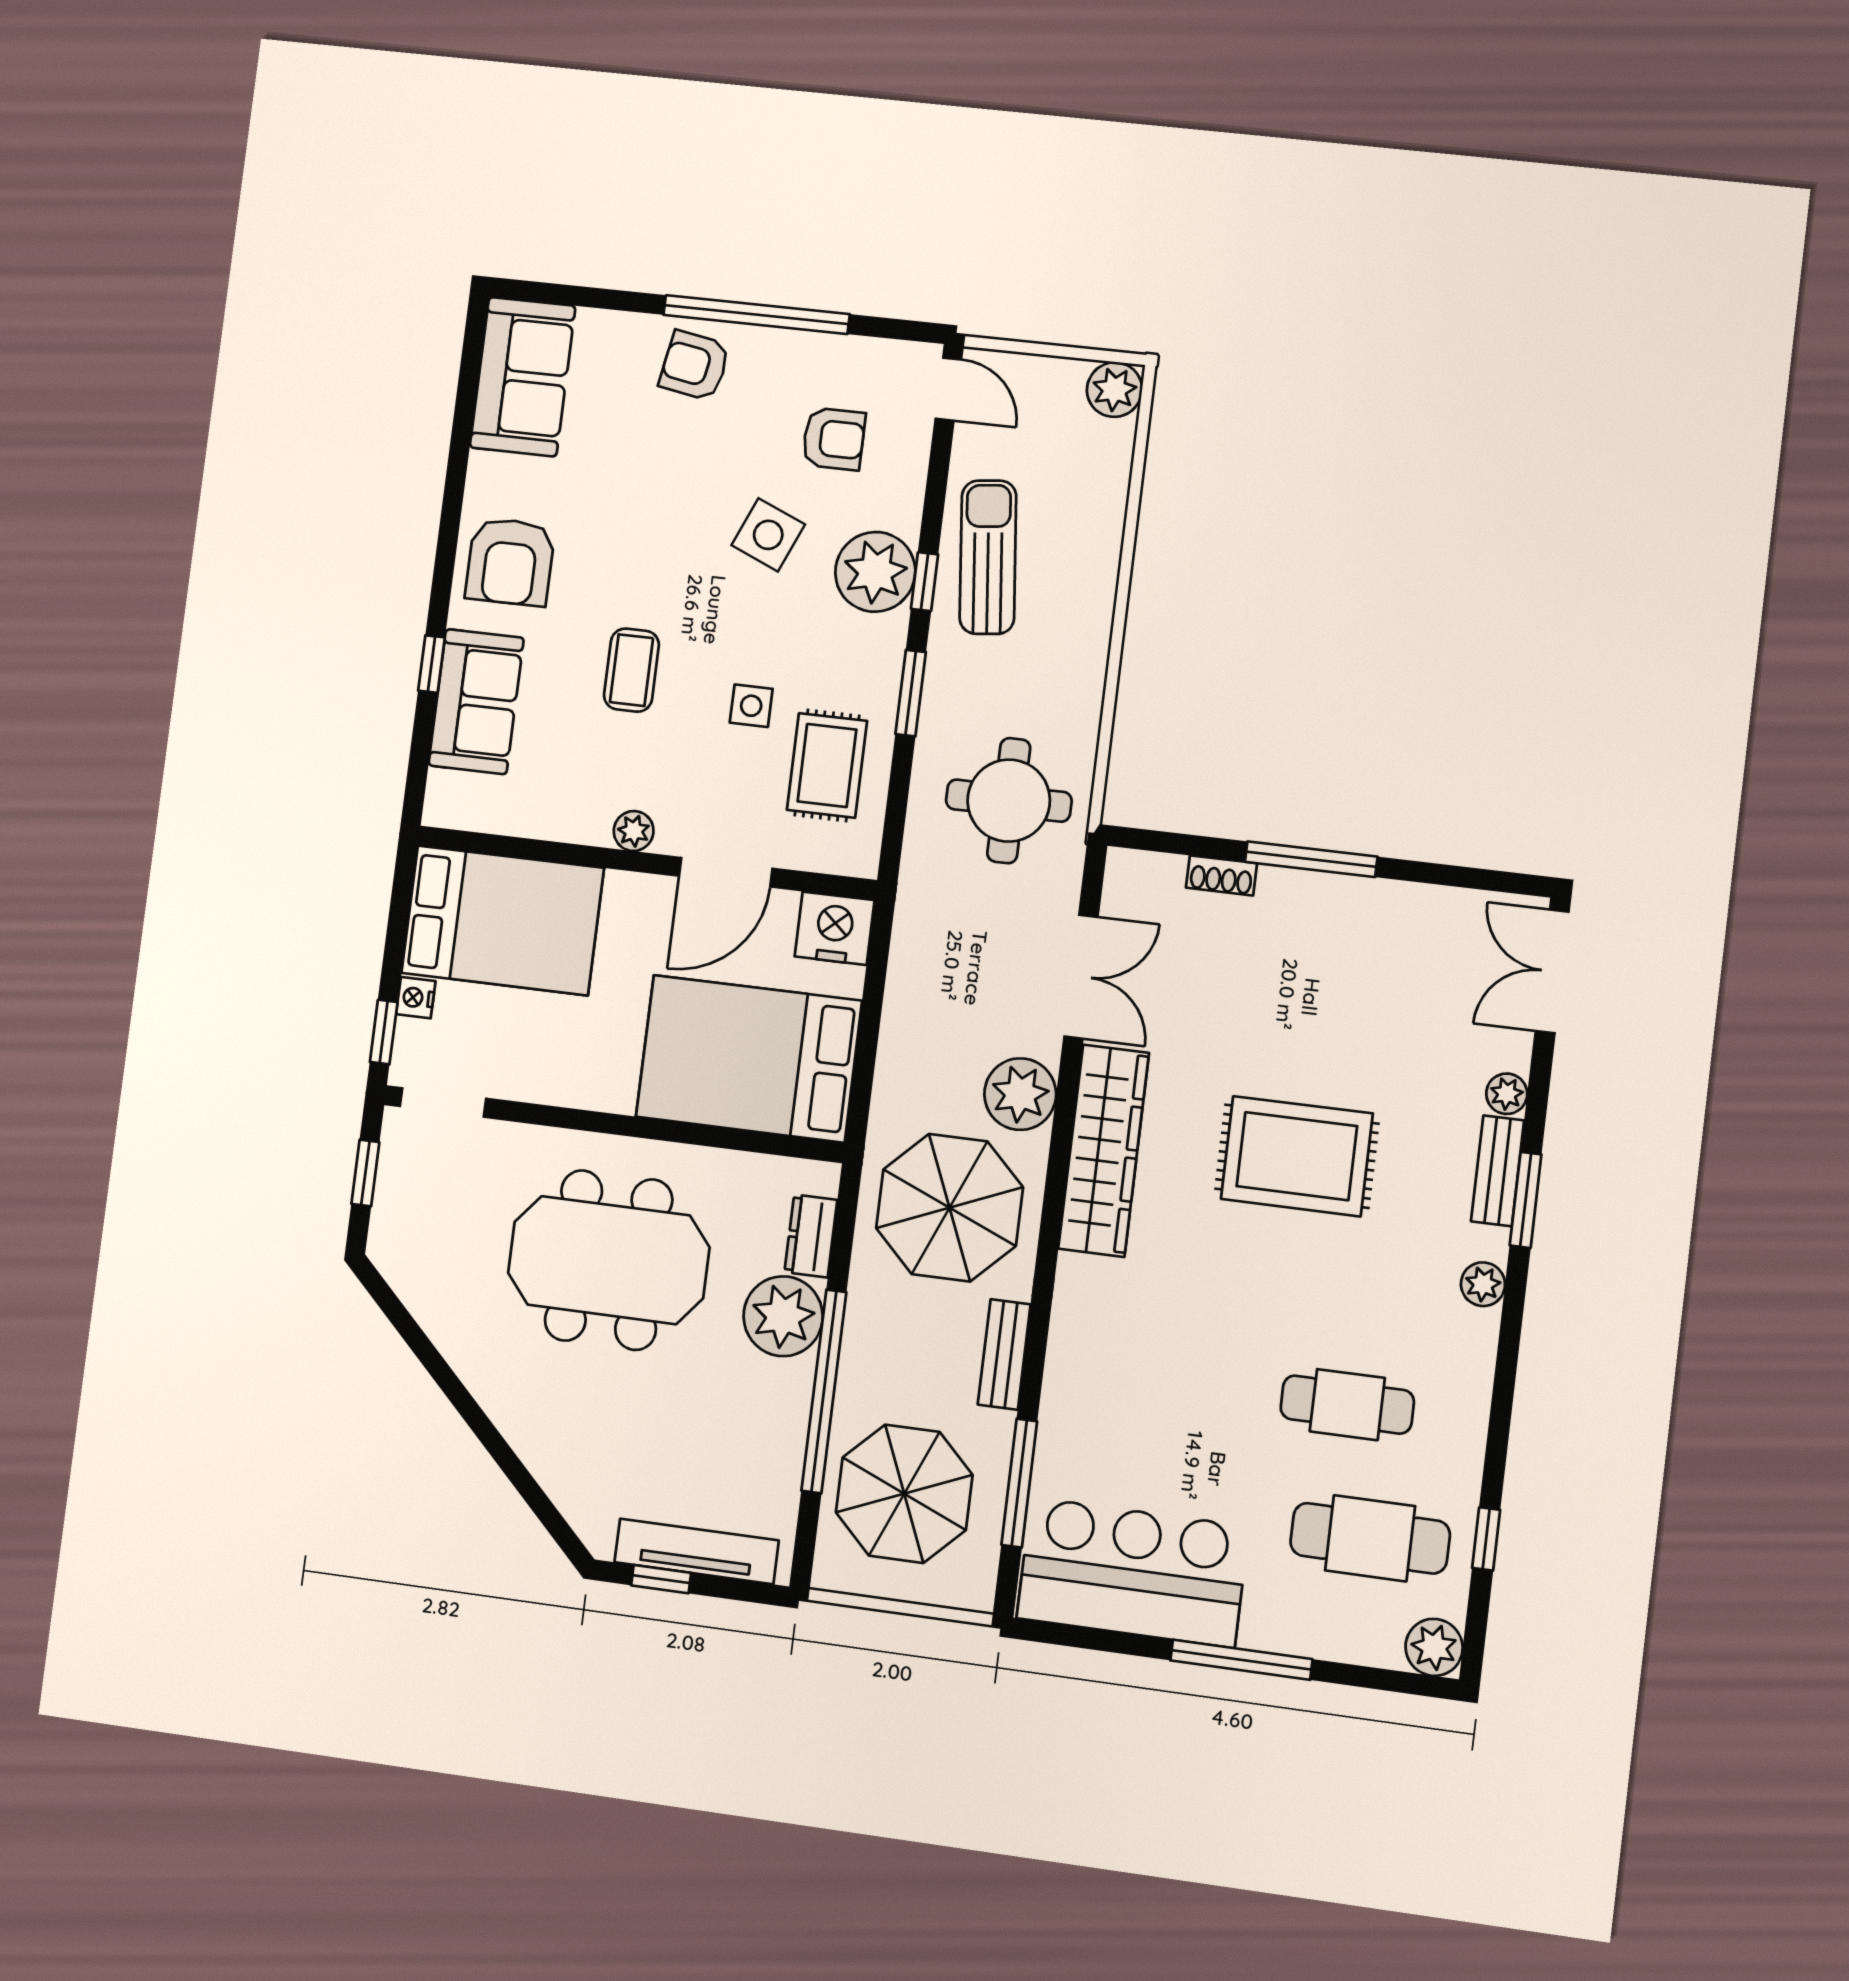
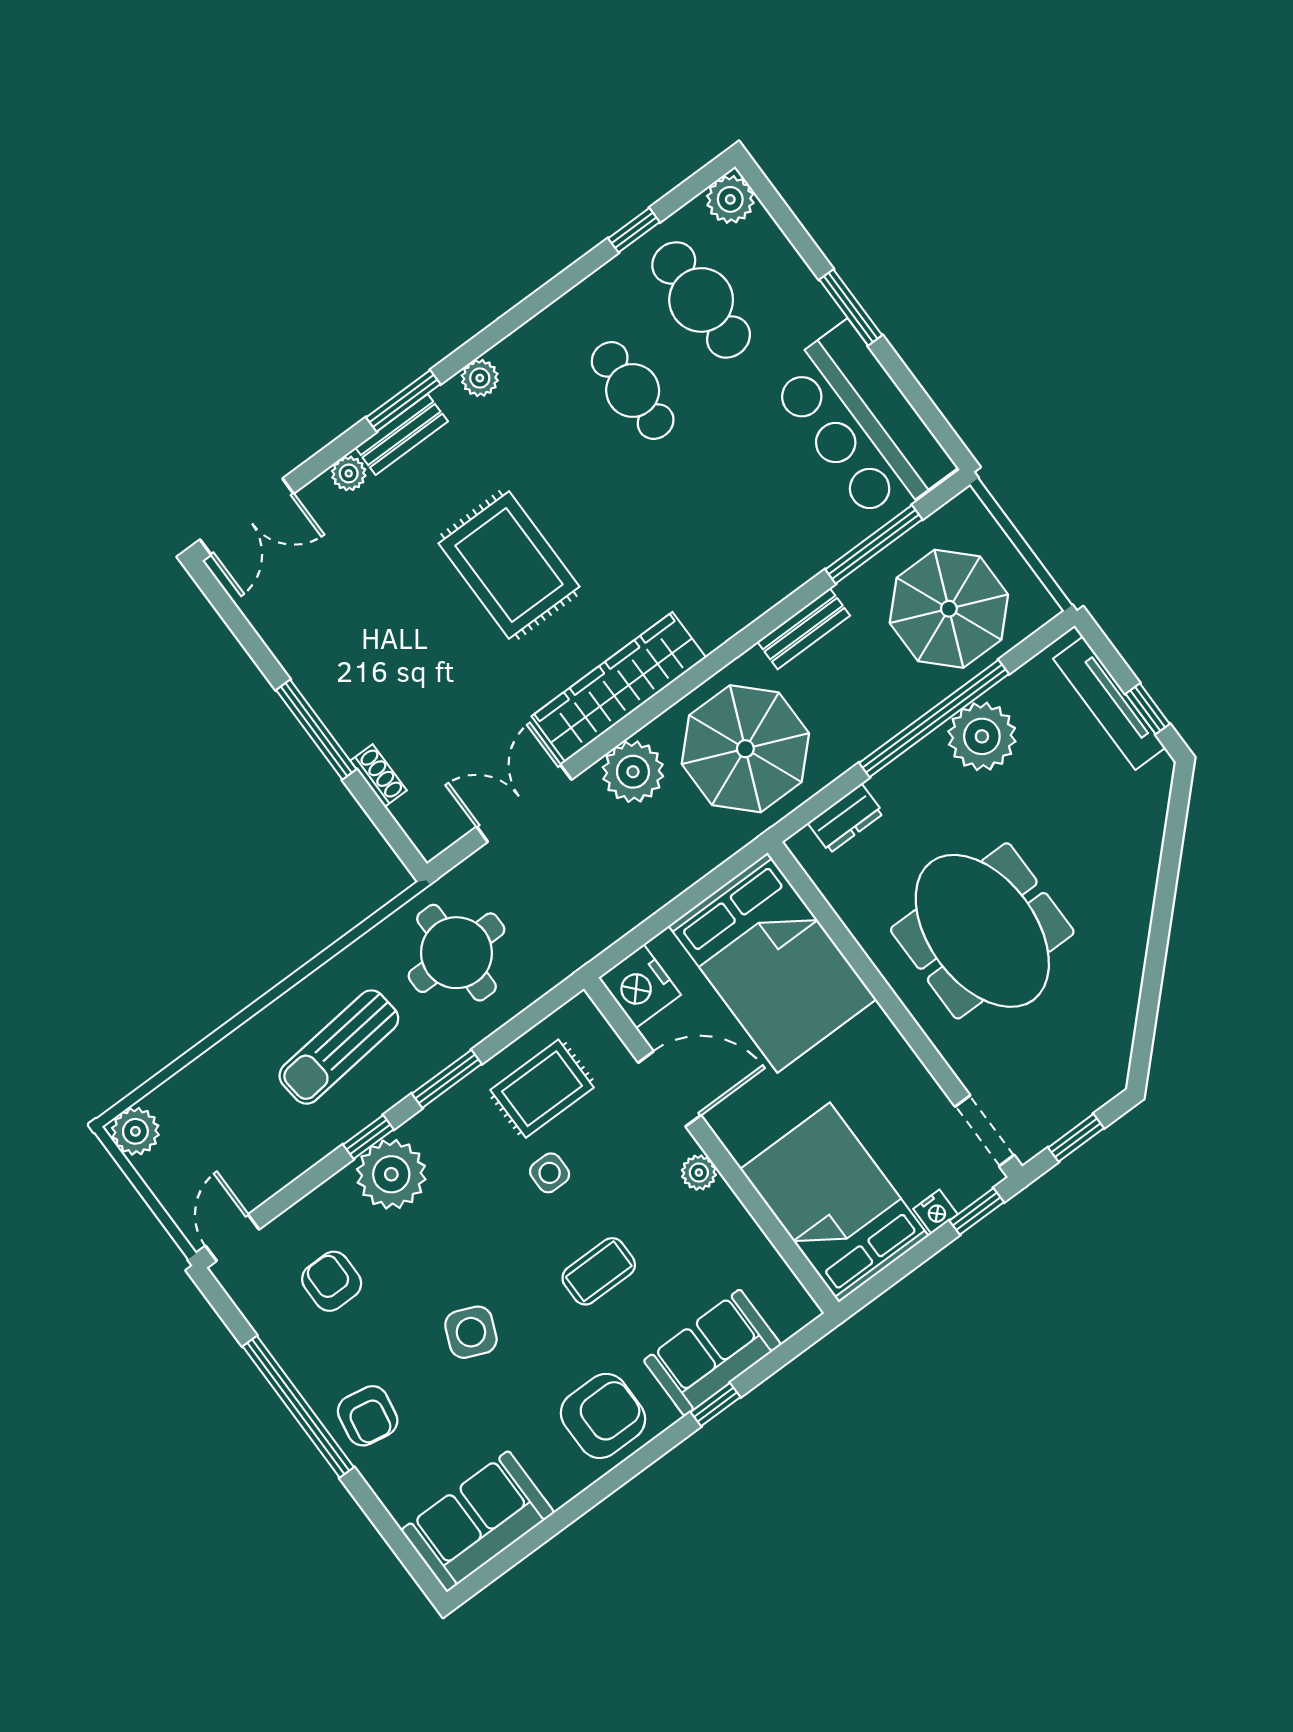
side table: (768, 535) -> (471, 1332), moved
sun lounger: (988, 557) -> (339, 1047), moved
plant: (783, 1316) -> (982, 736), moved
window: (1241, 1660) -> (851, 307), width x0.69

